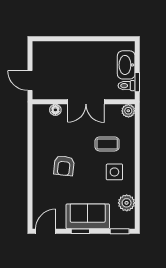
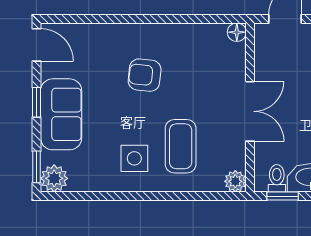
double door: (86, 102) -> (250, 111), swing flipped
floor lamp: (55, 110) -> (237, 32), moved
coffee table: (107, 144) -> (181, 146), width x1.36, depth x1.30
plant: (127, 203) -> (54, 178), moved

